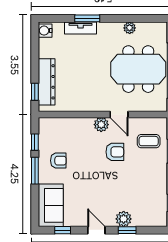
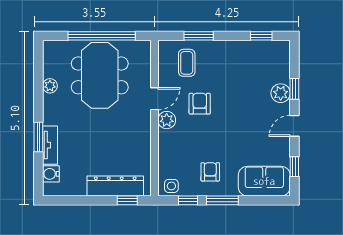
water cooler: (45, 31) -> (51, 174), moved, turned 90
side table: (47, 128) -> (171, 186), added

